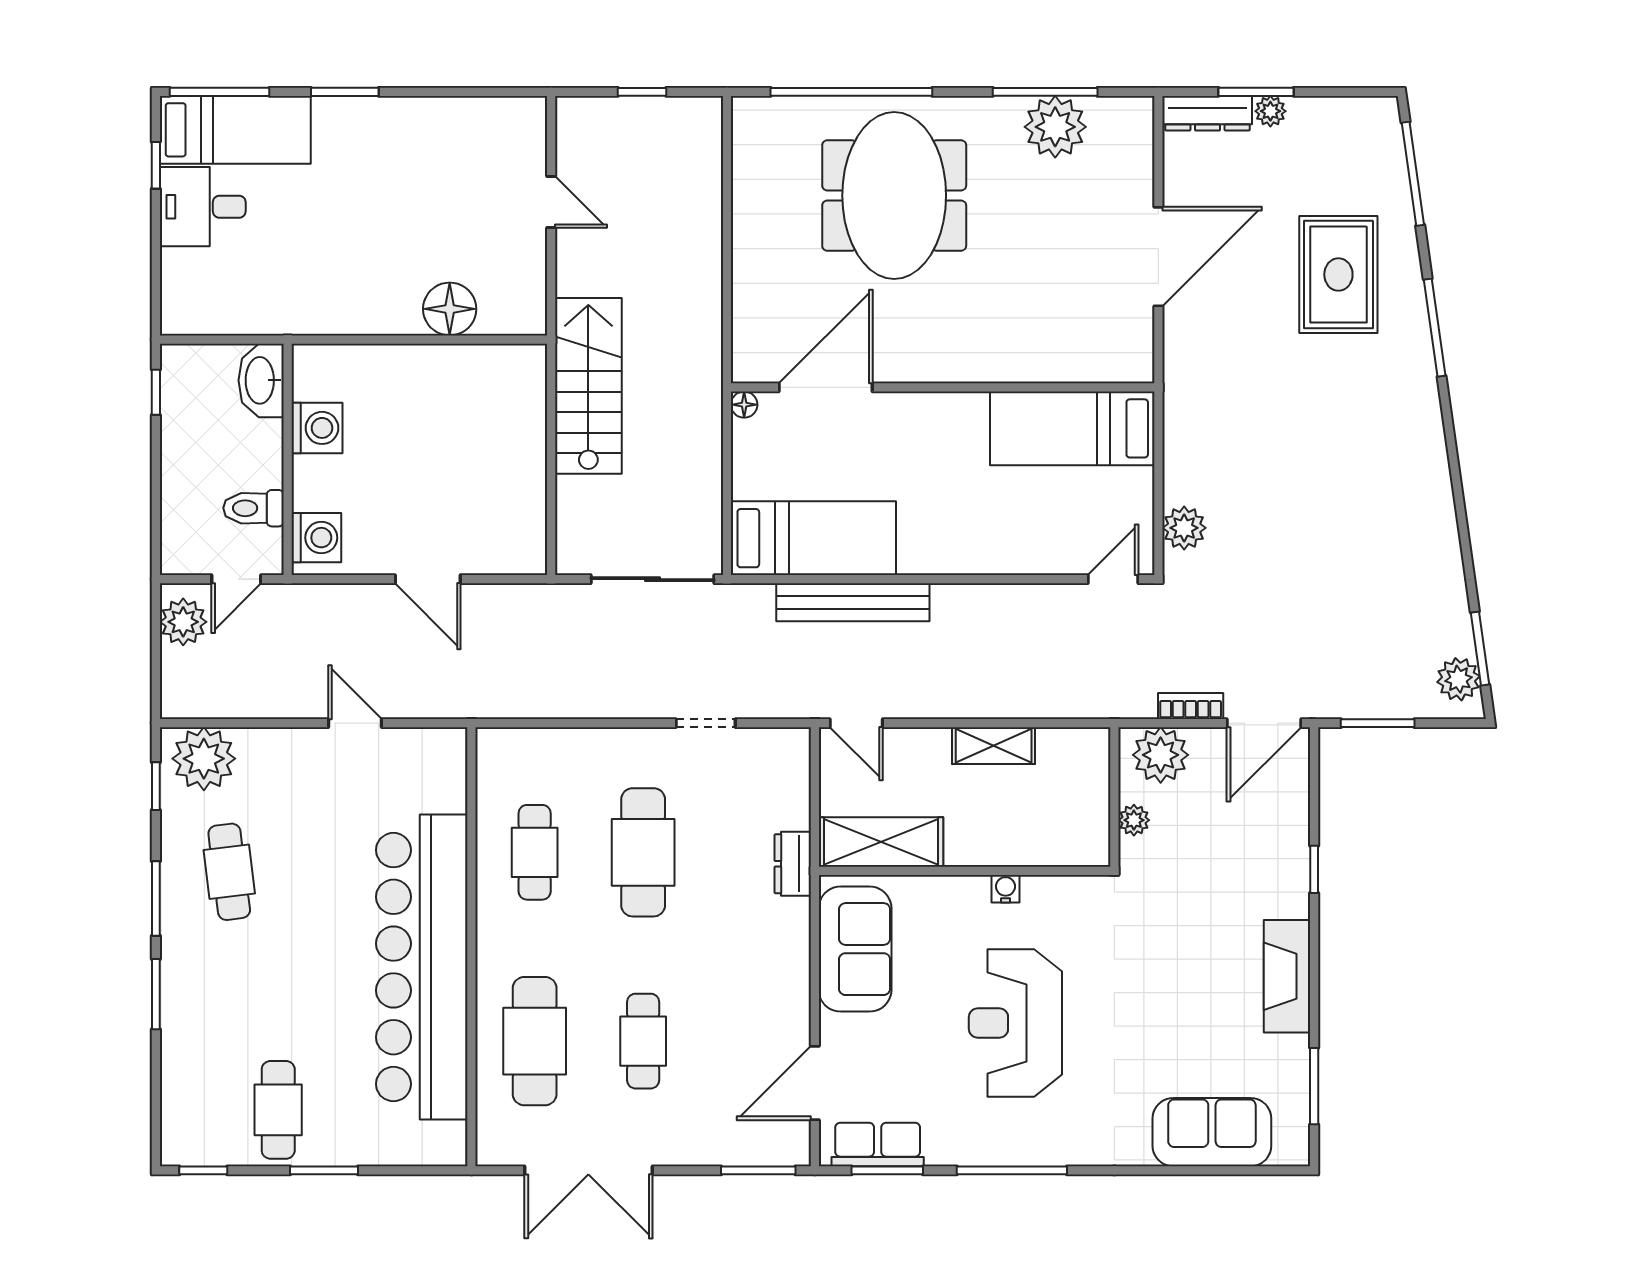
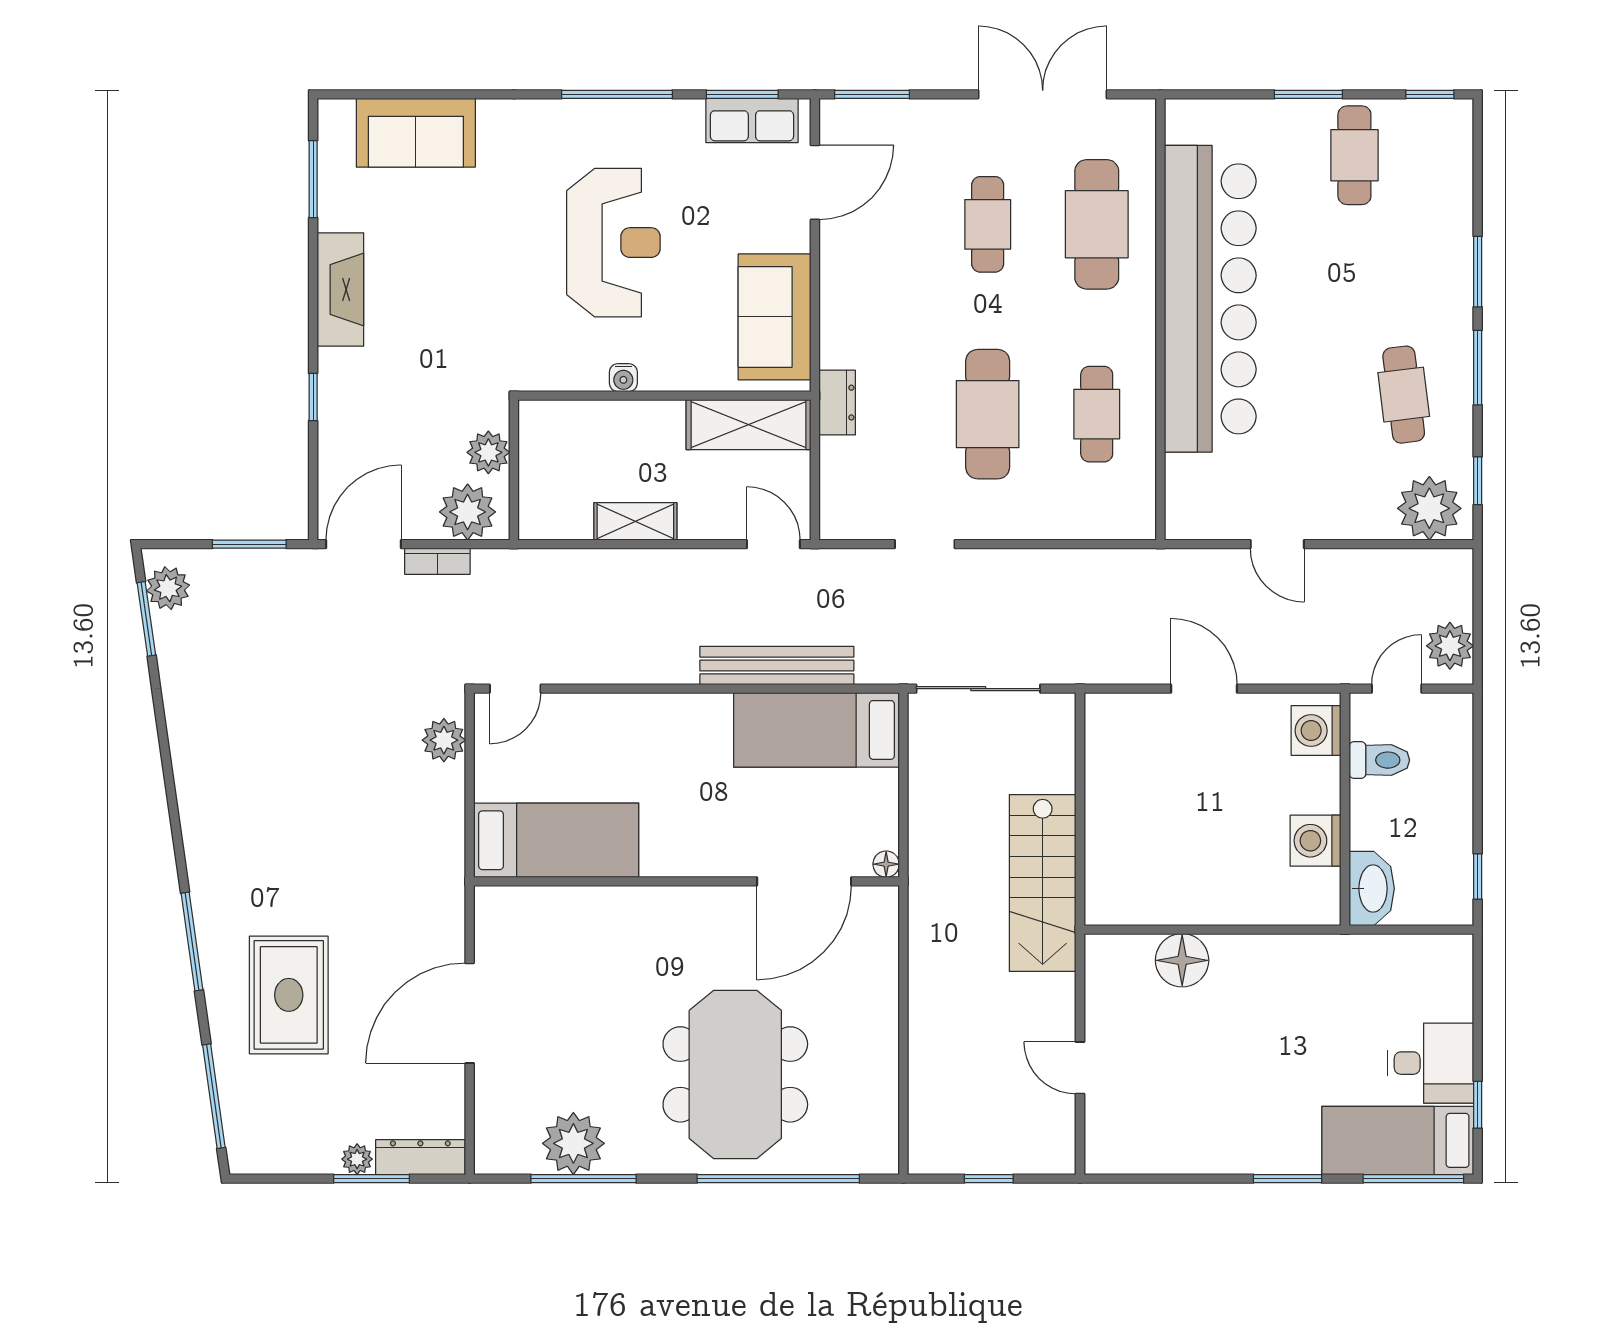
plant: (1134, 820) -> (488, 452), width x1.38, depth x1.38

